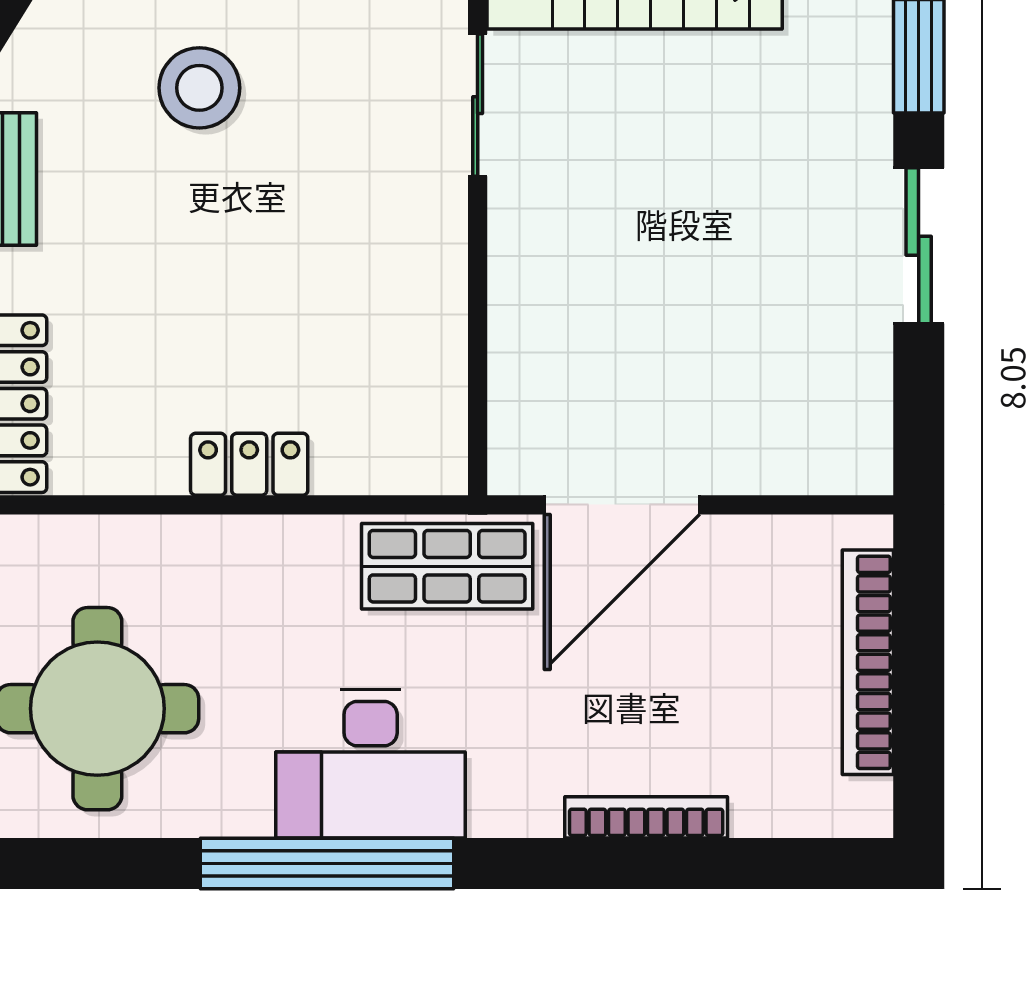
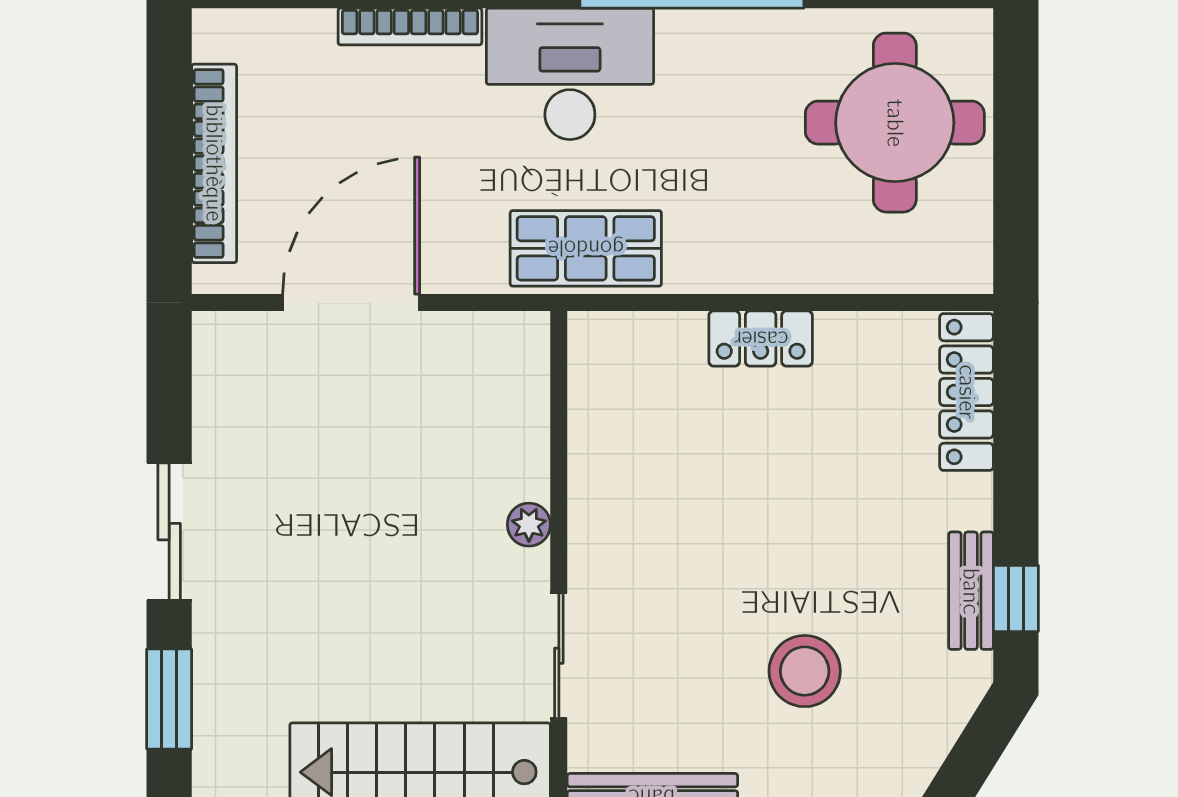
plant: (512, 254) -> (529, 525), added
door: (622, 505) -> (351, 303), moved
desk: (371, 764) -> (570, 74), moved

